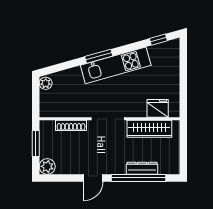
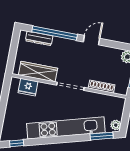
window: (99, 56) -> (102, 136), moved
kitchen unit: (116, 65) -> (66, 128), width x1.36
dresser: (142, 168) -> (39, 38), moved

